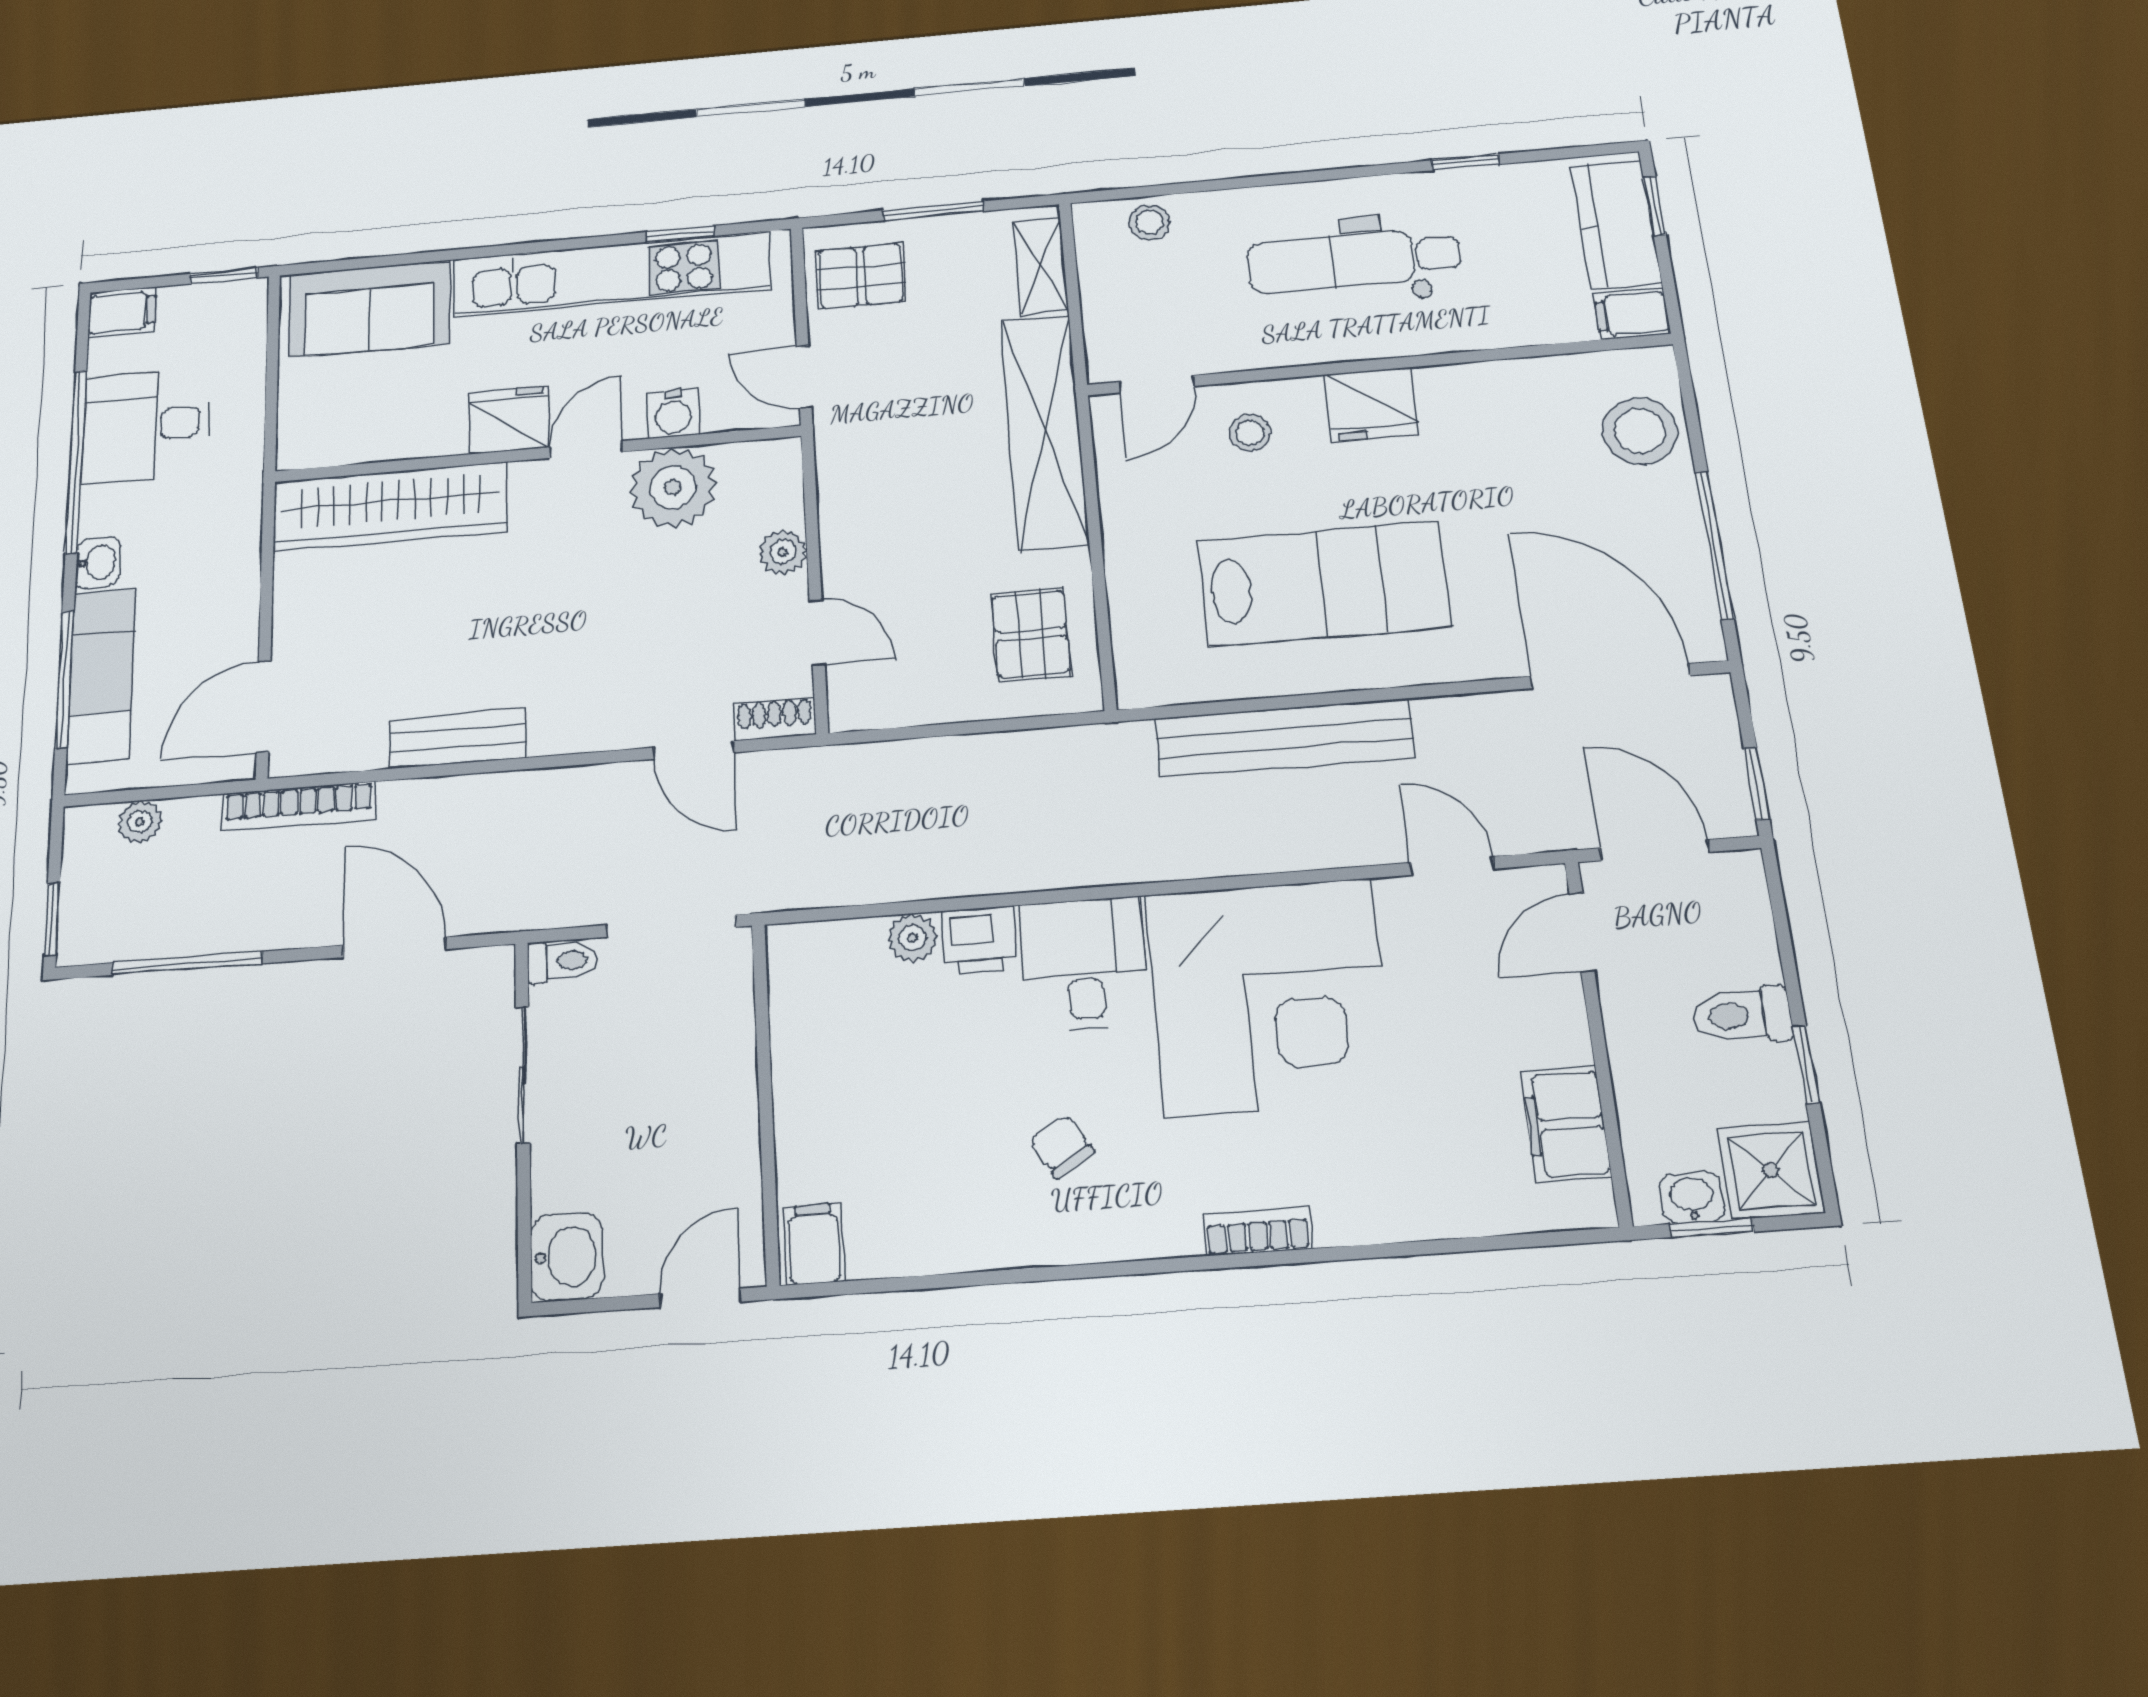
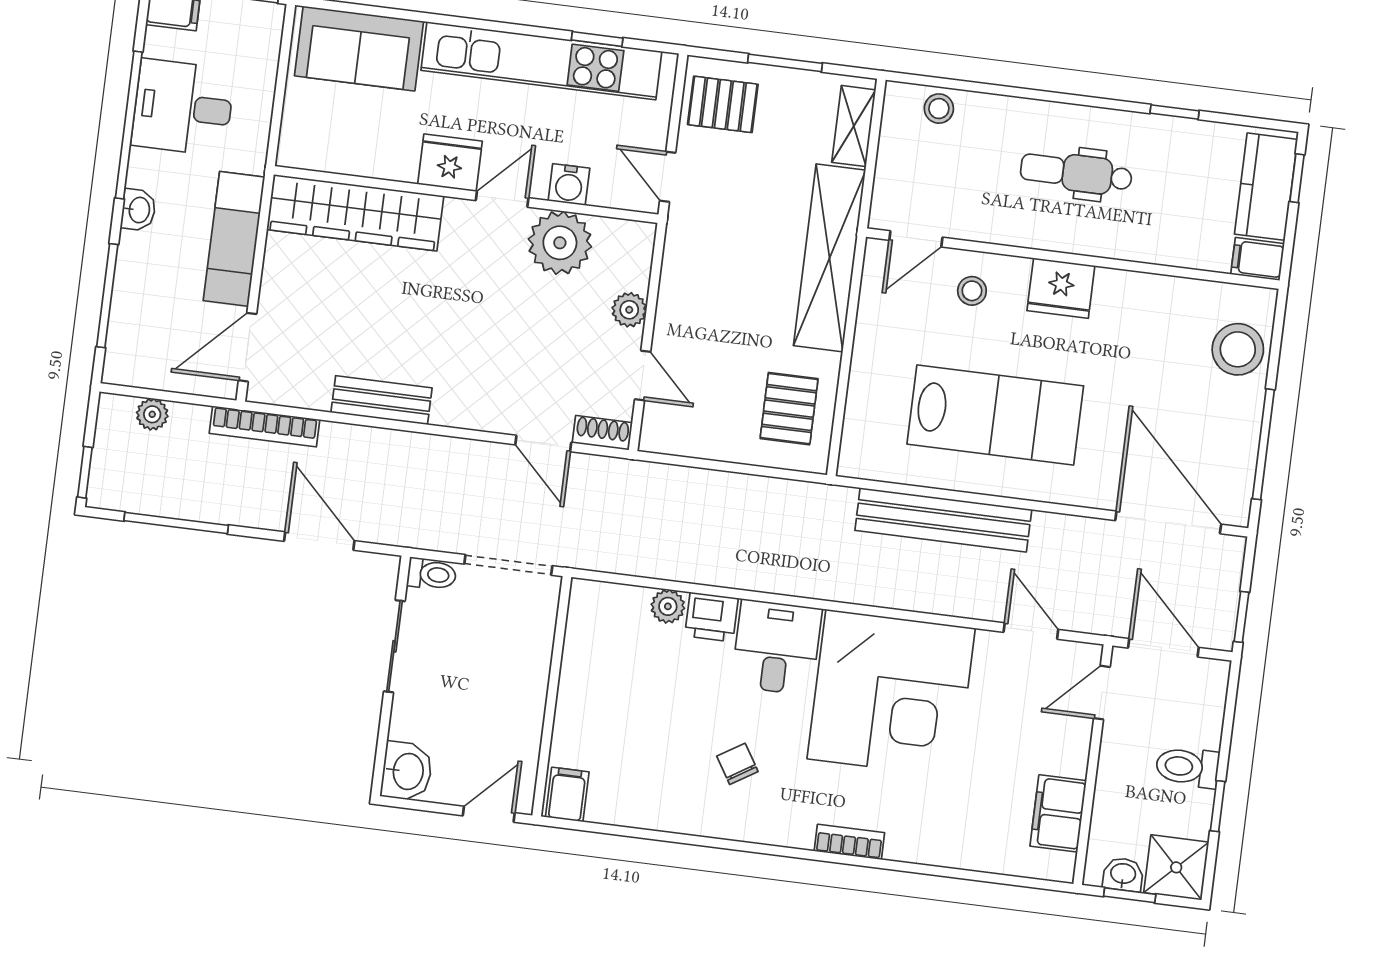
dental chair: (1354, 260) -> (1076, 173), width x0.73, depth x0.72
exam couch: (101, 675) -> (234, 239), moved, turned 180

